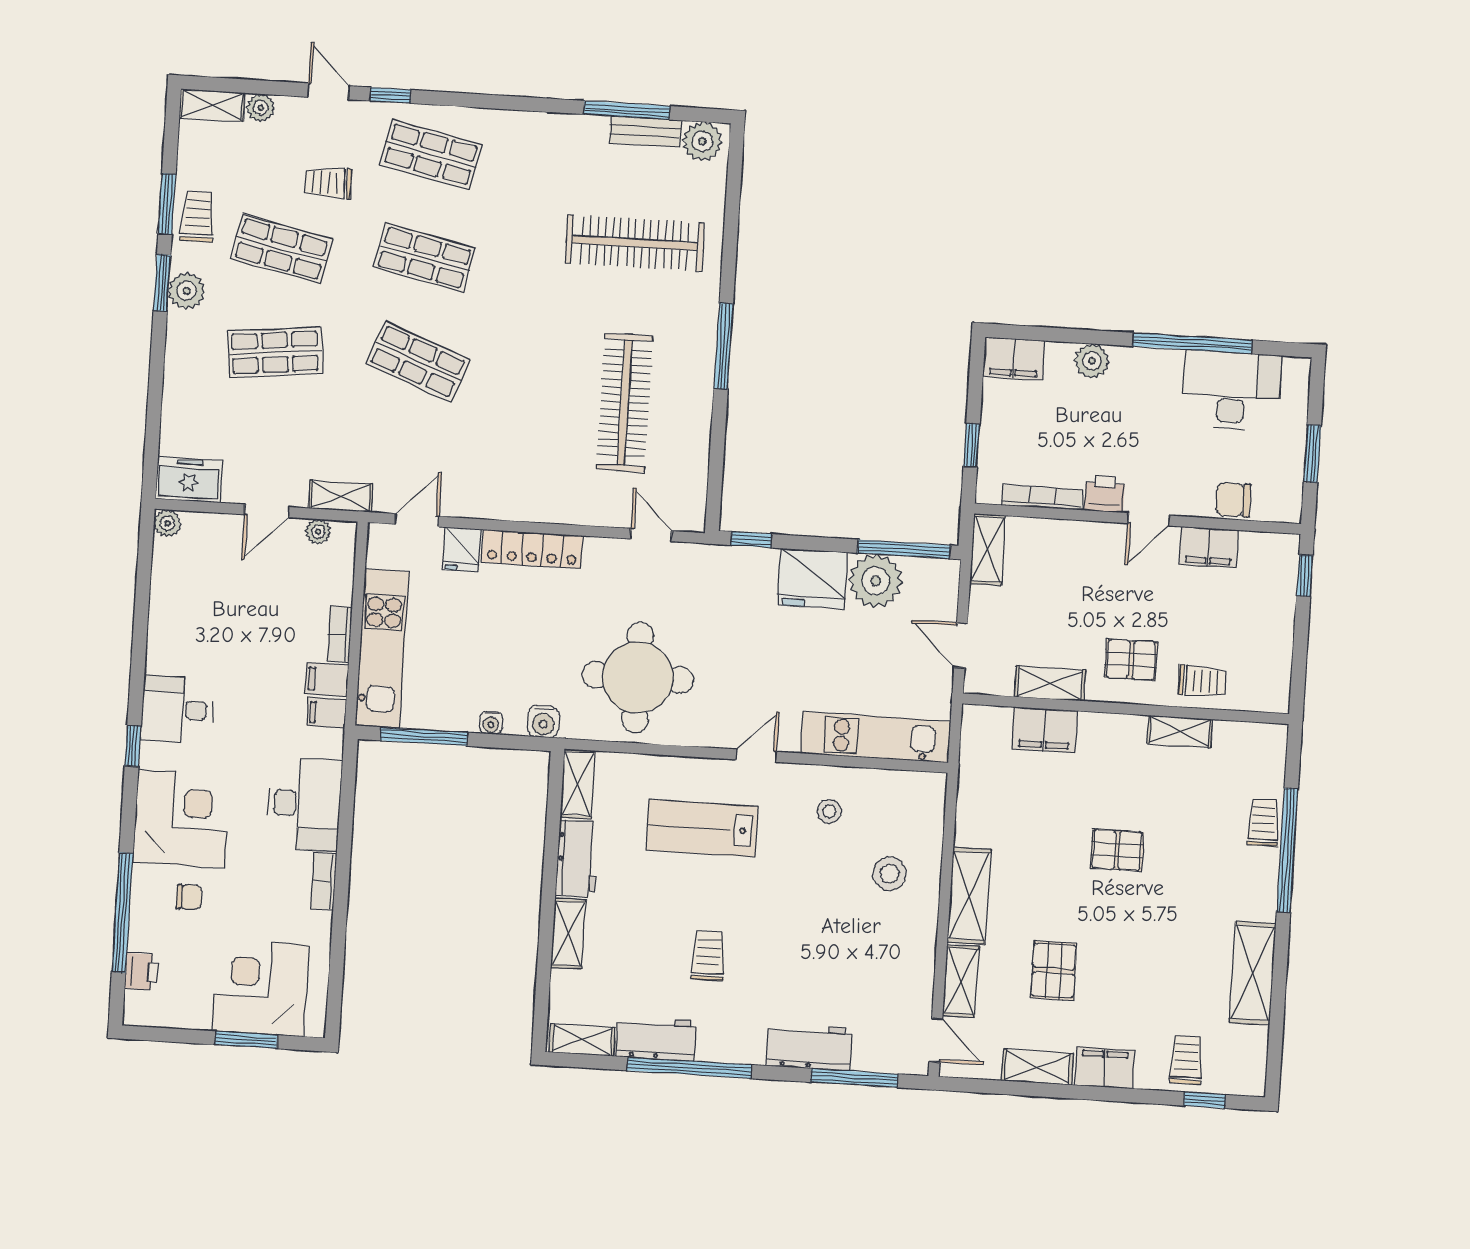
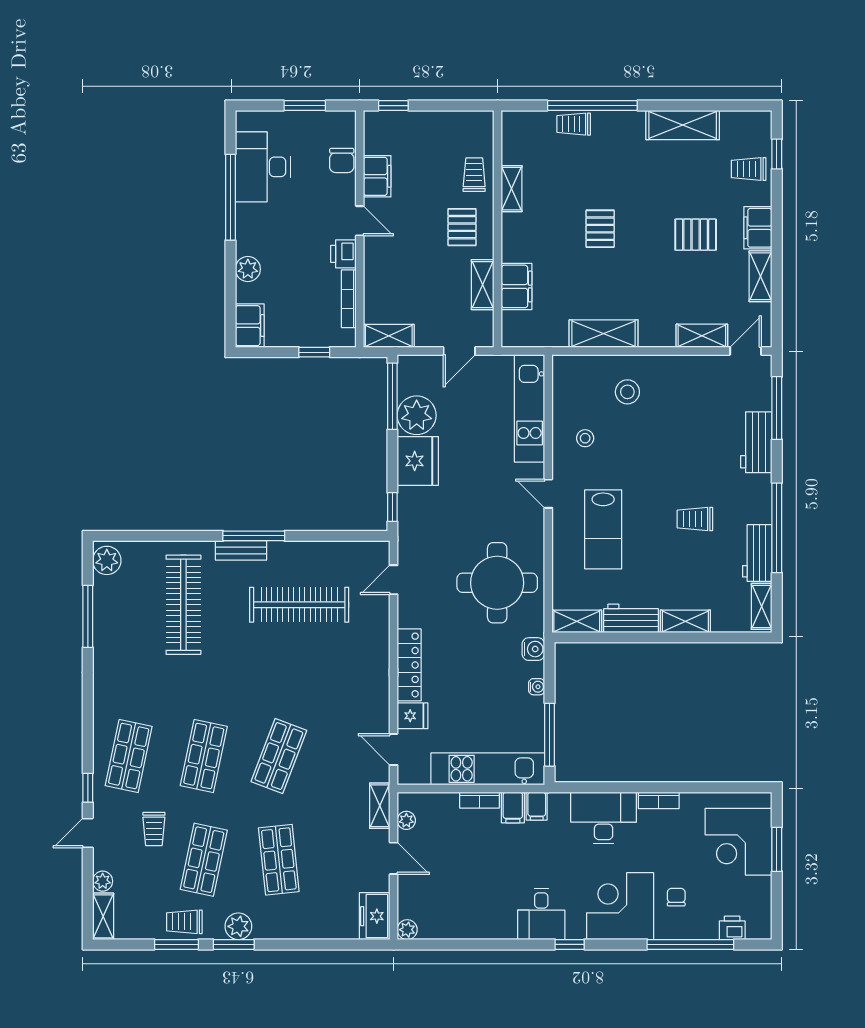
bench: (645, 132) -> (241, 550), moved, turned 90
shelving: (969, 896) -> (604, 334), moved
pallet: (1054, 971) -> (696, 235), moved

